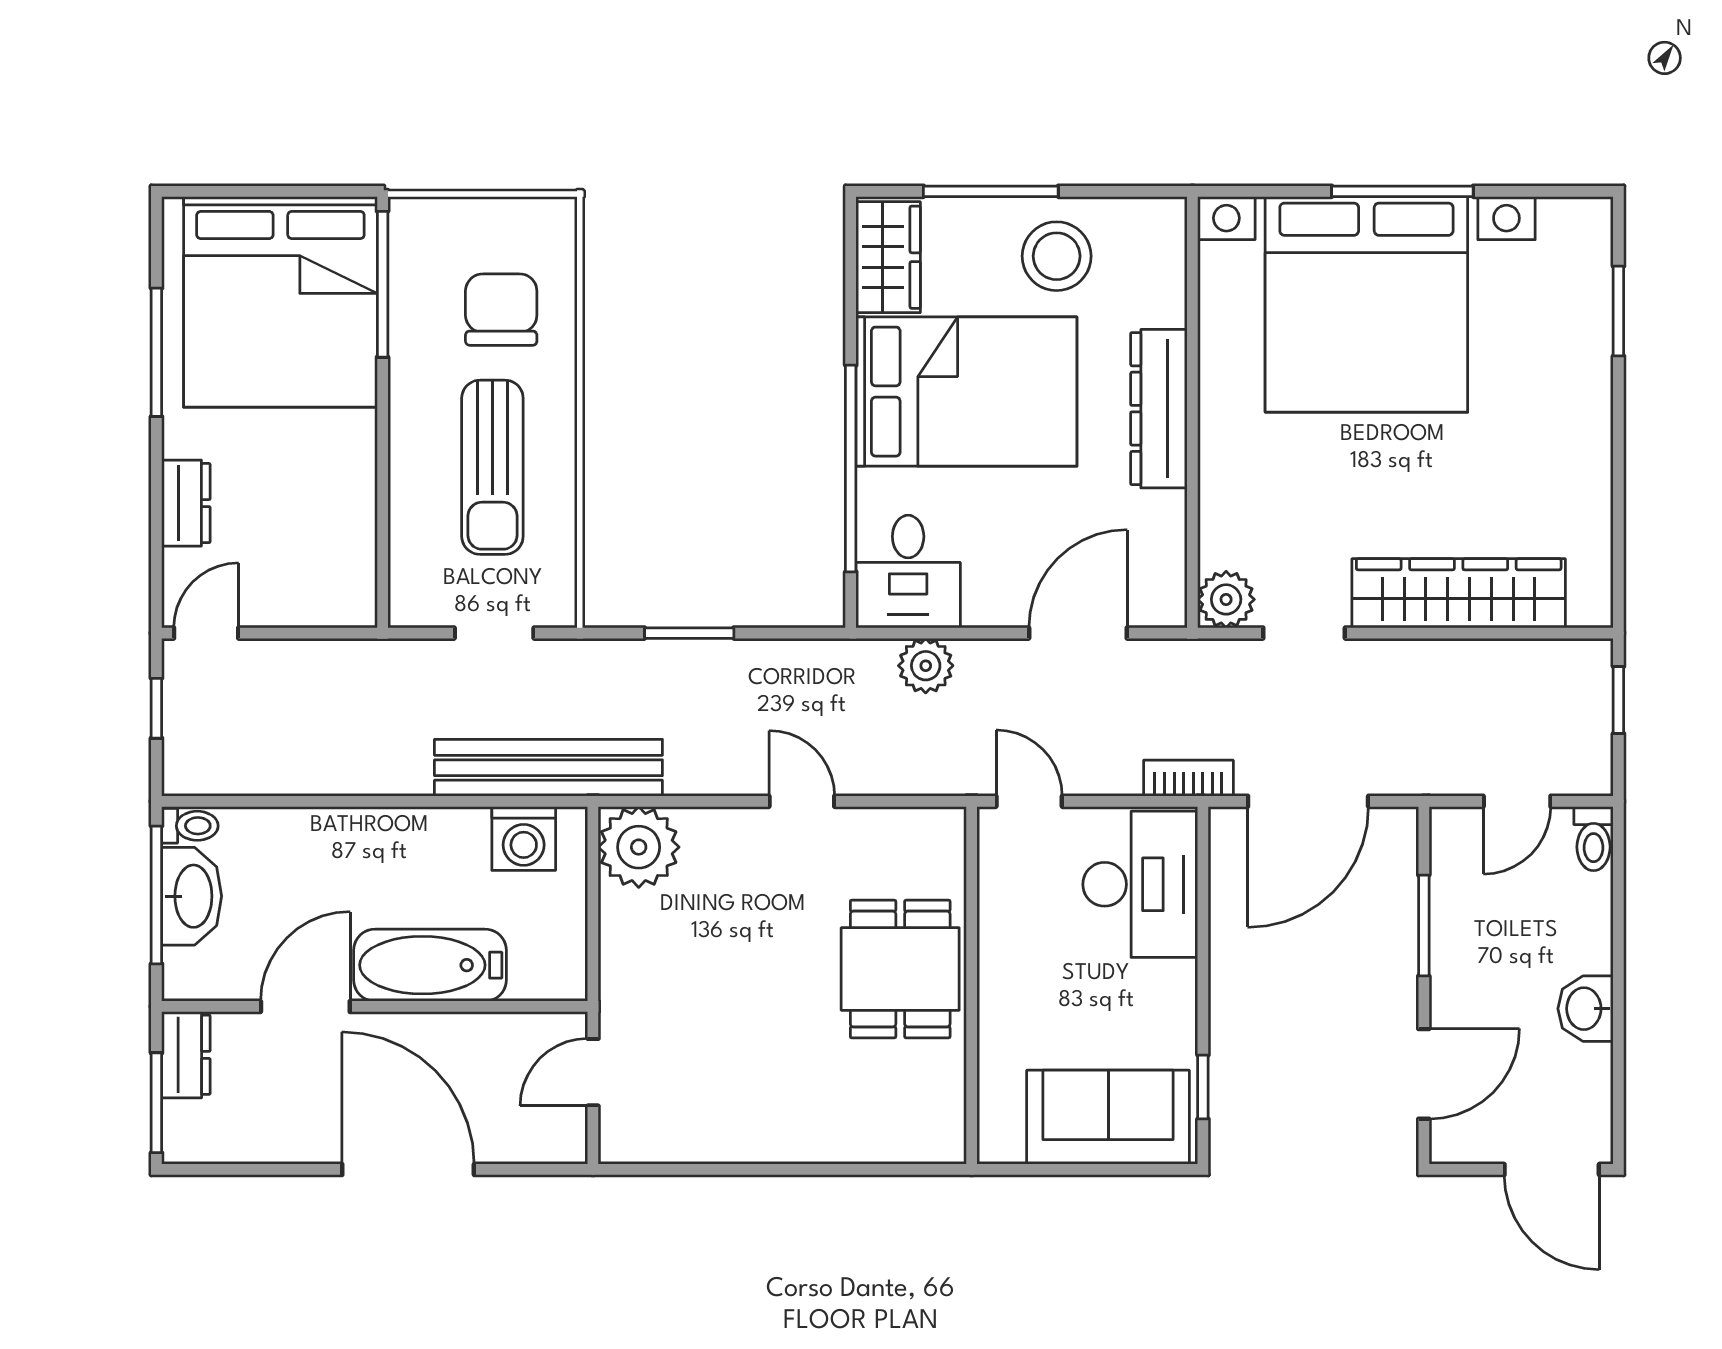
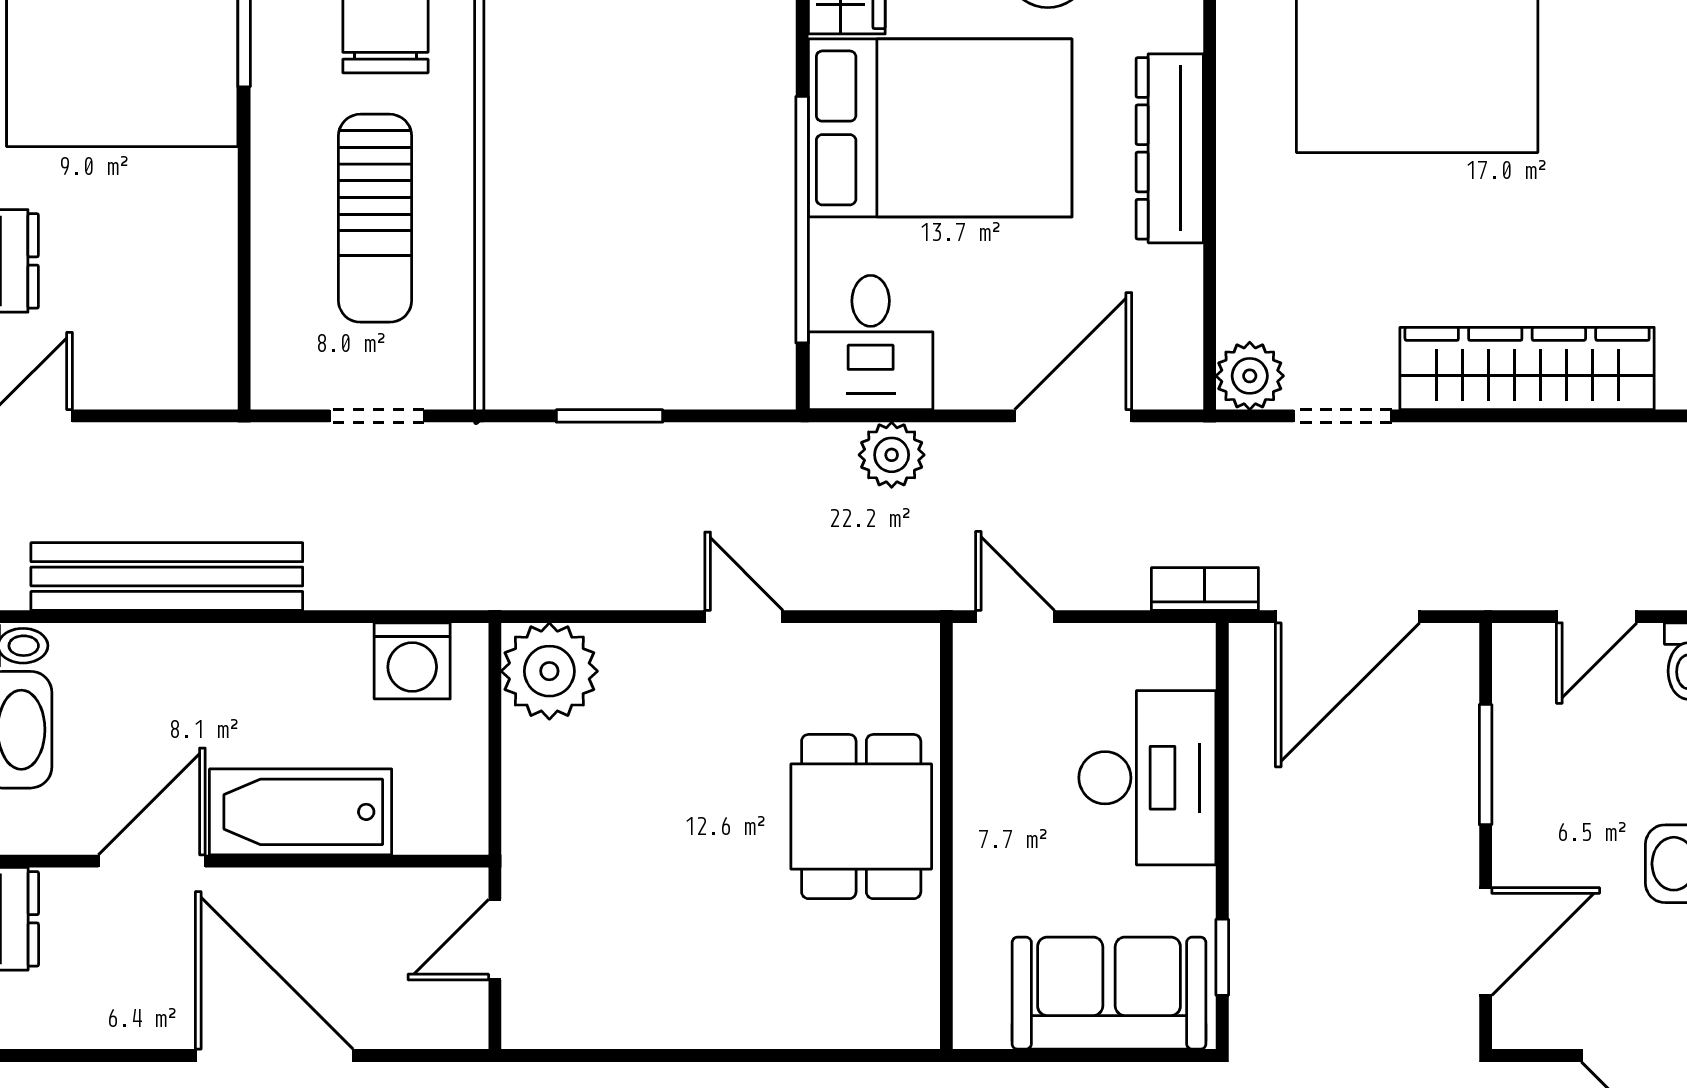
bench: (548, 768) -> (167, 577), moved
desk: (1140, 884) -> (1147, 778), moved

